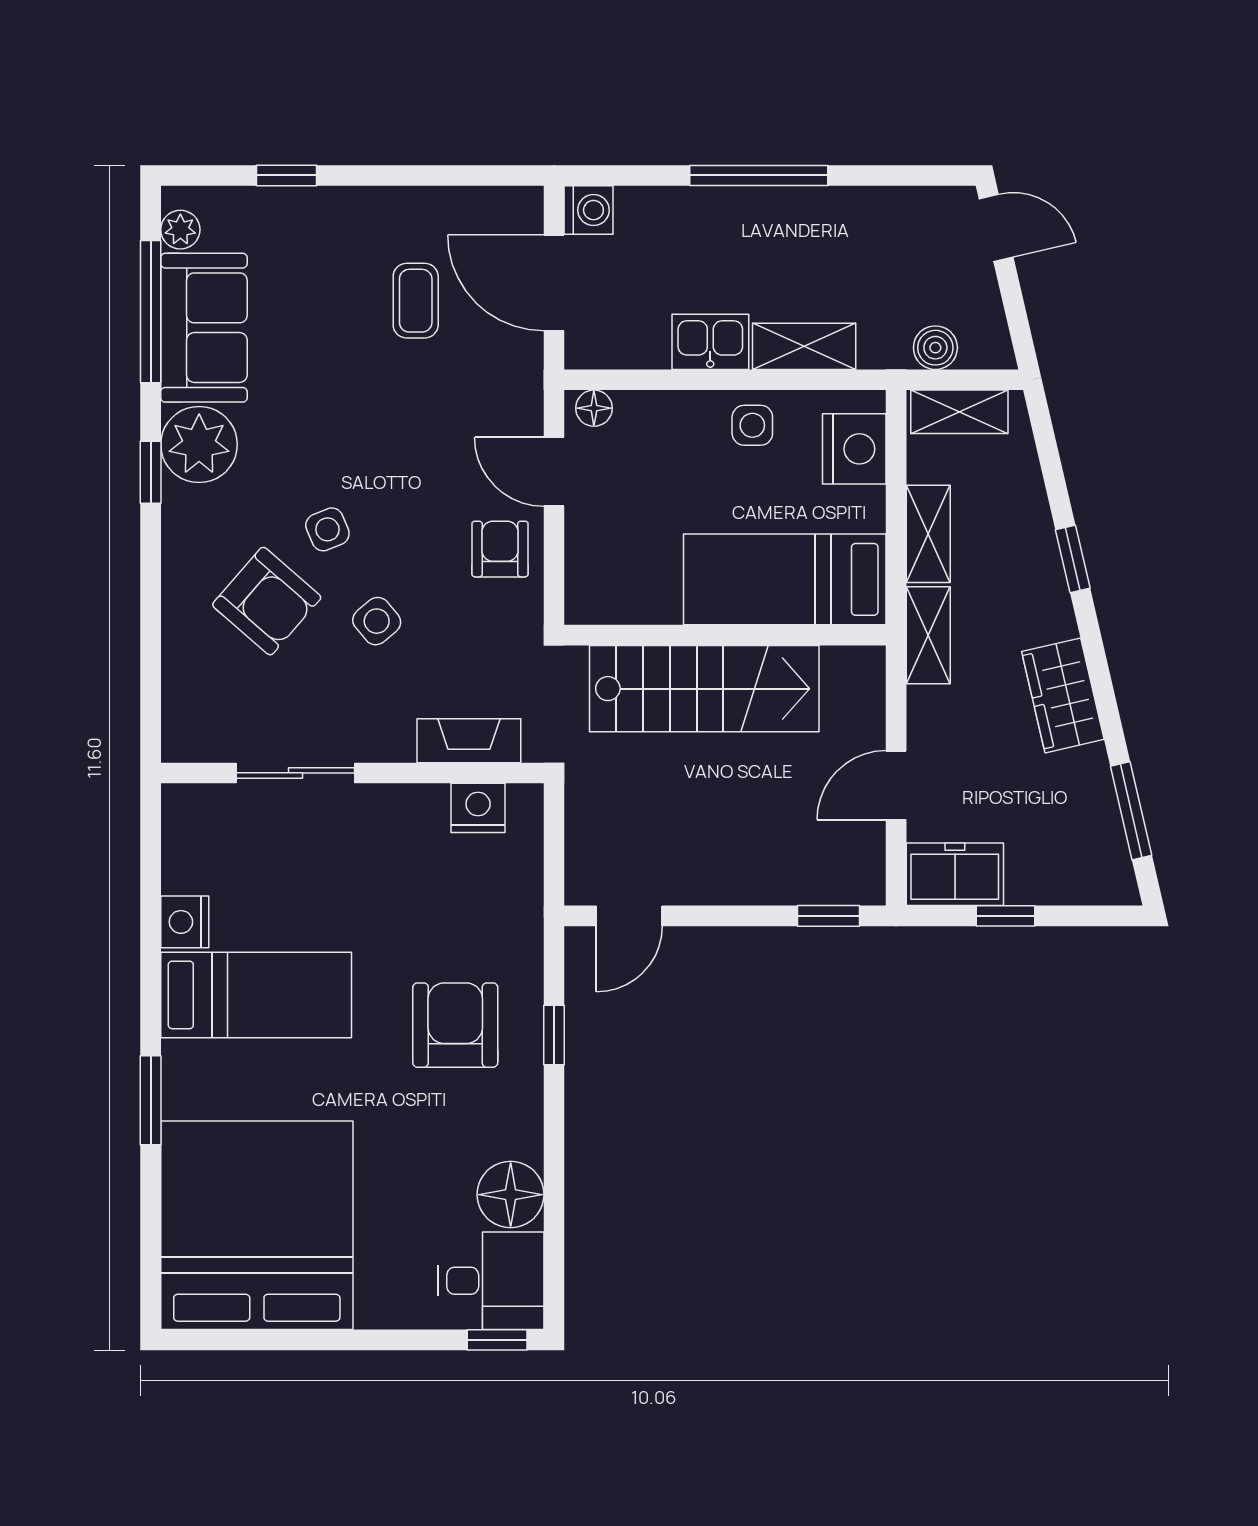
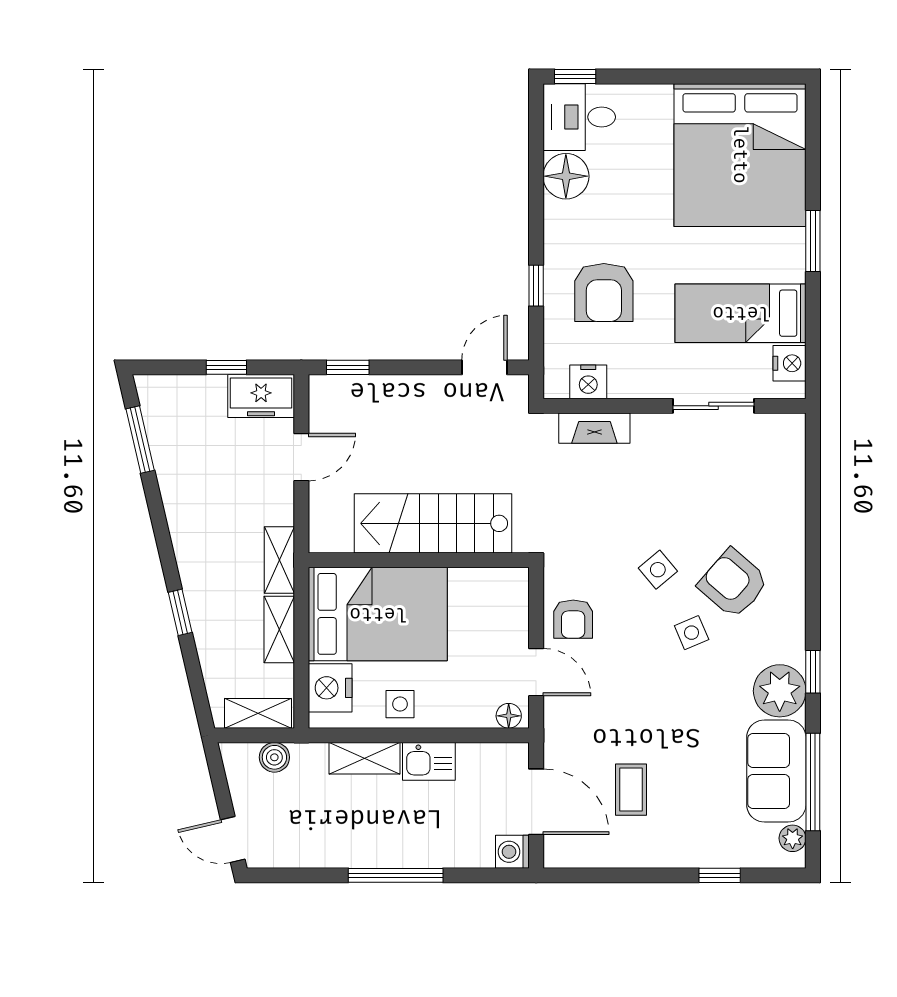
bed: (785, 579) -> (378, 614), width x1.50
wardrobe: (1063, 695) -> (187, 519), removed
fireplace: (469, 741) -> (594, 428), moved
sliding door: (295, 773) -> (714, 406), moved
wall: (352, 773) -> (674, 406), moved
nightstand: (478, 808) -> (588, 382), moved

